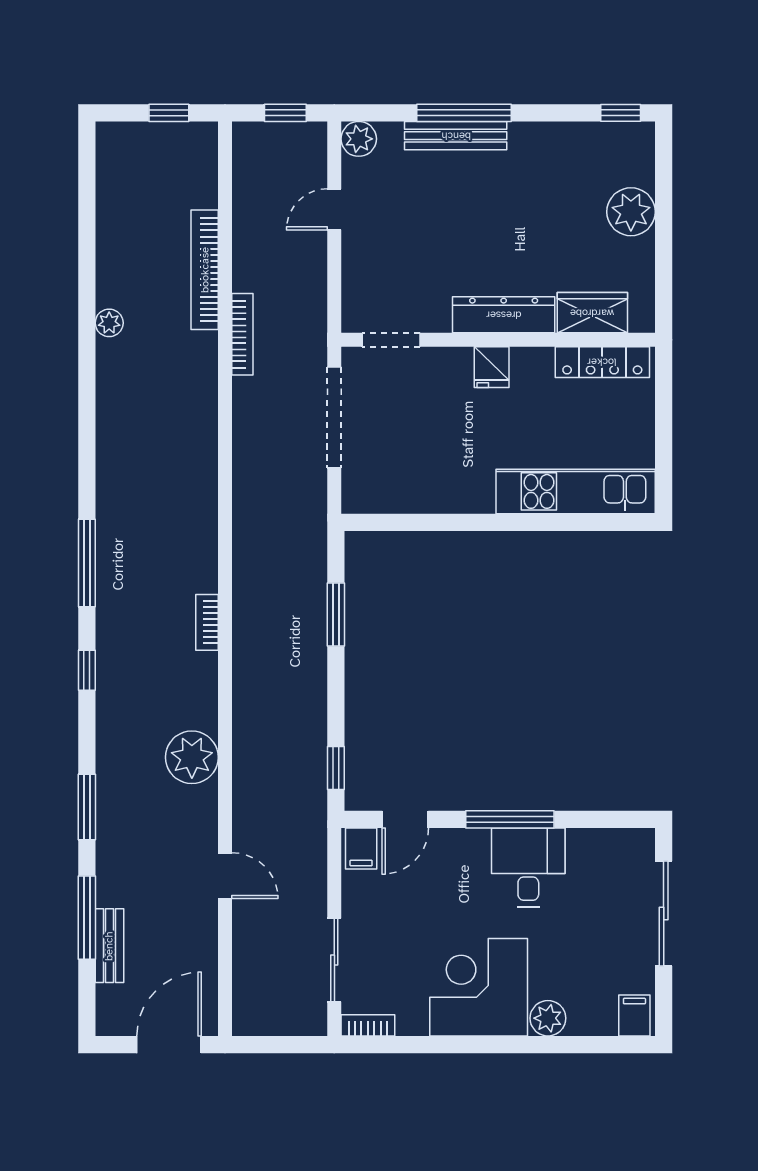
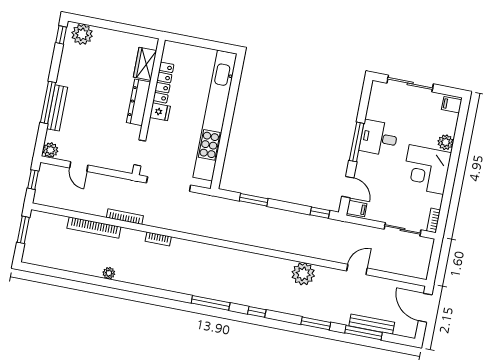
window: (169, 113) -> (23, 230), width x1.50
plant: (631, 212) -> (82, 34), moved
locker: (602, 362) -> (163, 83), moved
kitchen unit: (576, 491) -> (215, 116), width x1.86
bookcase: (207, 622) -> (158, 239), moved
bench: (109, 946) -> (372, 324), width x1.36

